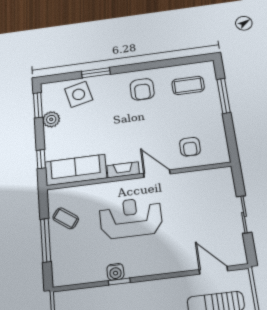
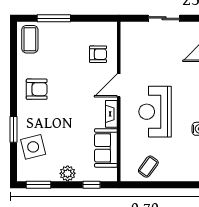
coffee table: (188, 85) -> (30, 39), moved
plant: (51, 119) -> (68, 173), moved
sofa: (76, 170) -> (106, 148), width x0.73
window: (46, 240) -> (165, 185), removed

